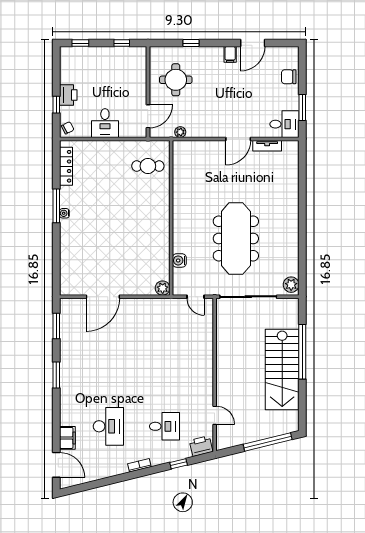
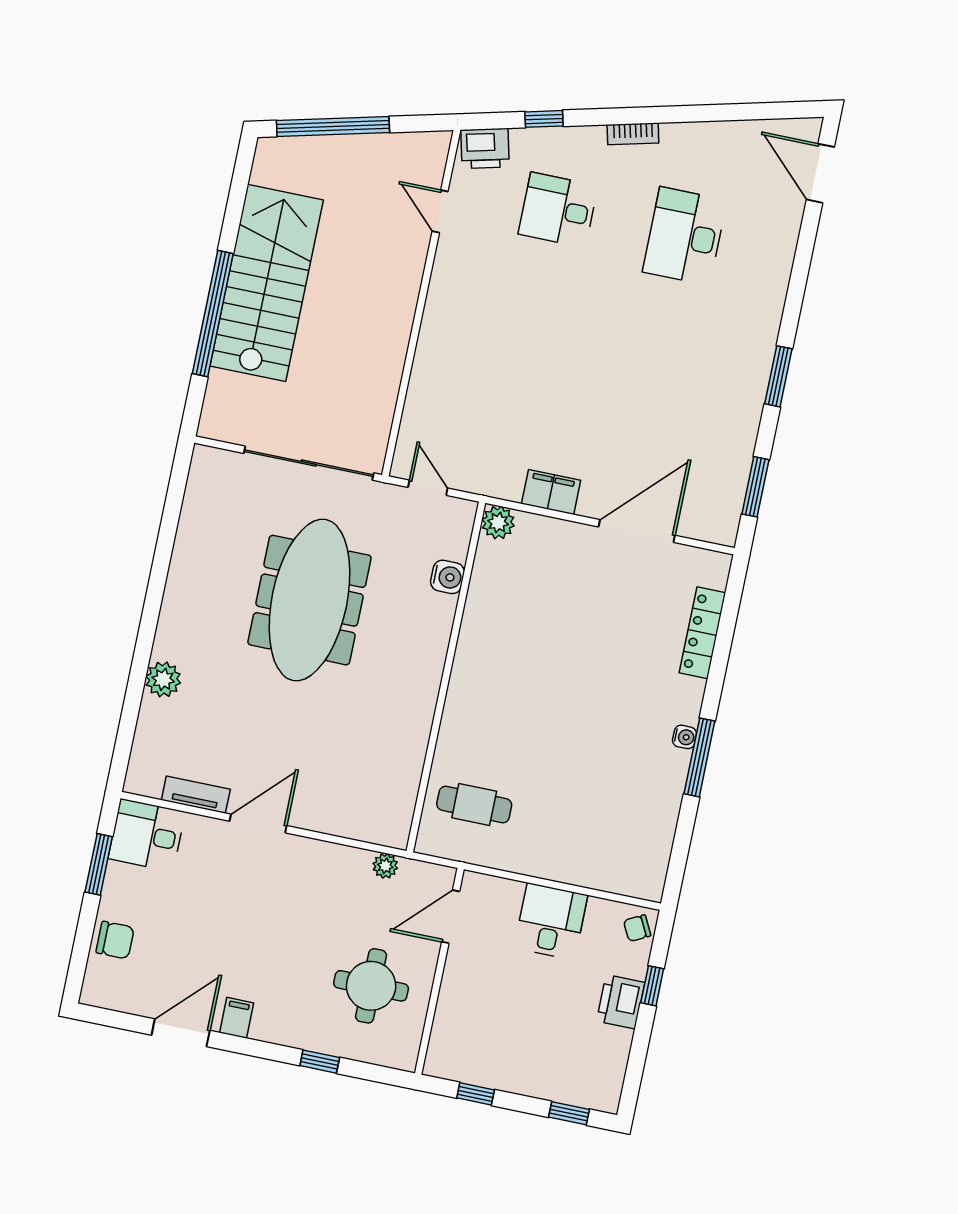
locker: (66, 166) -> (702, 633), moved
plant: (291, 285) -> (163, 679), moved
filing cabinet: (67, 438) -> (551, 492), moved, turned 90

